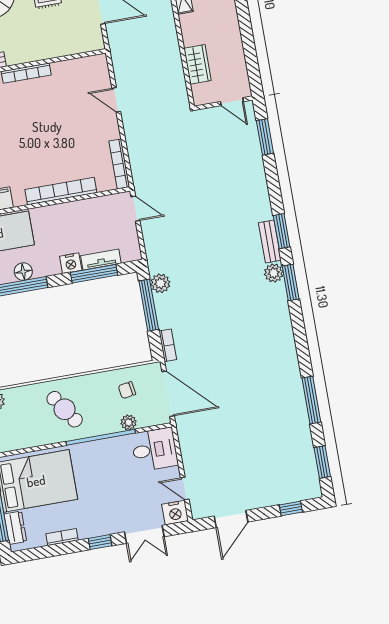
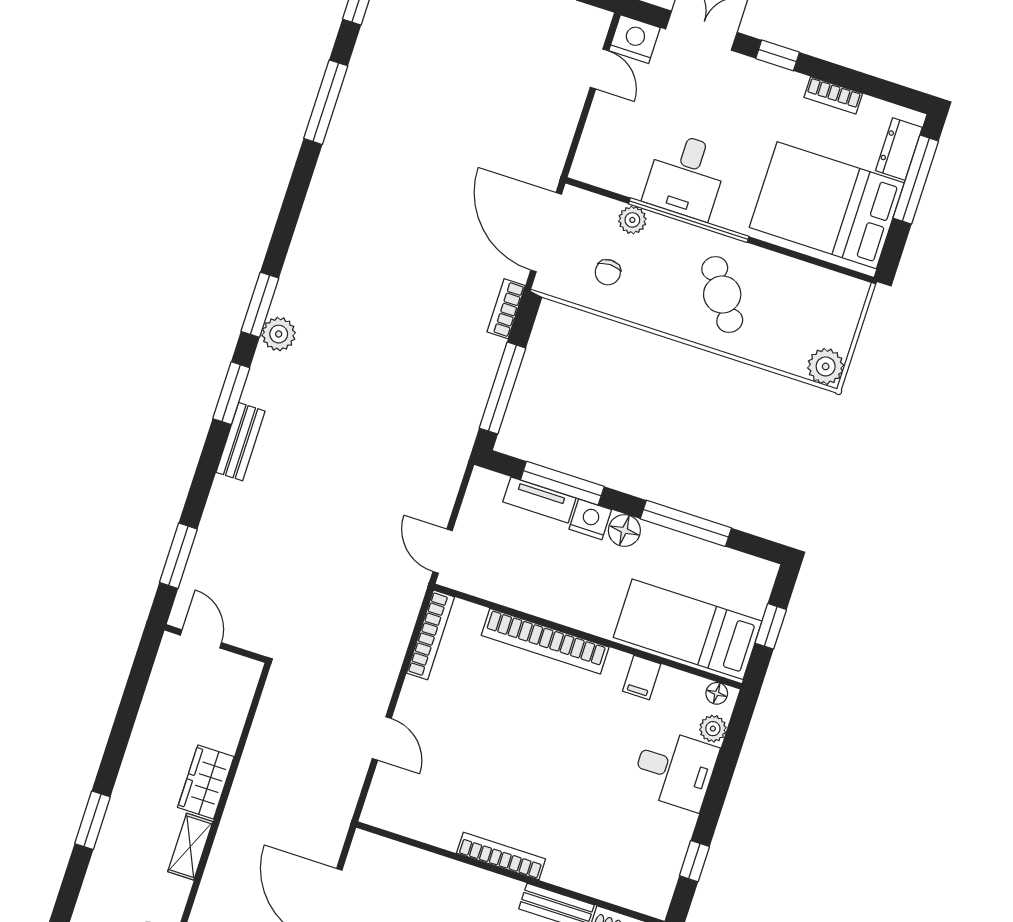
wardrobe: (198, 64) -> (206, 782), moved
bench: (270, 242) -> (241, 442), moved
floor lamp: (23, 272) -> (624, 530), moved
plant: (160, 283) -> (466, 413), removed
chair: (127, 390) -> (608, 272), turned 99
desk: (154, 450) -> (686, 176), moved, turned -90

